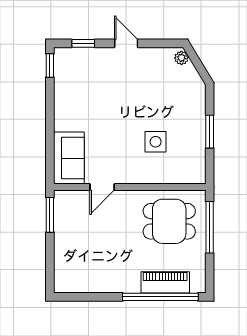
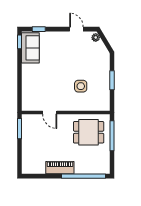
door: (126, 43) -> (76, 29), moved
sofa: (69, 158) -> (30, 48), moved
door: (102, 187) -> (50, 112), hinge flipped
piano: (165, 282) -> (60, 168), moved

